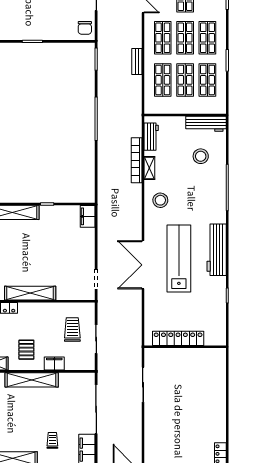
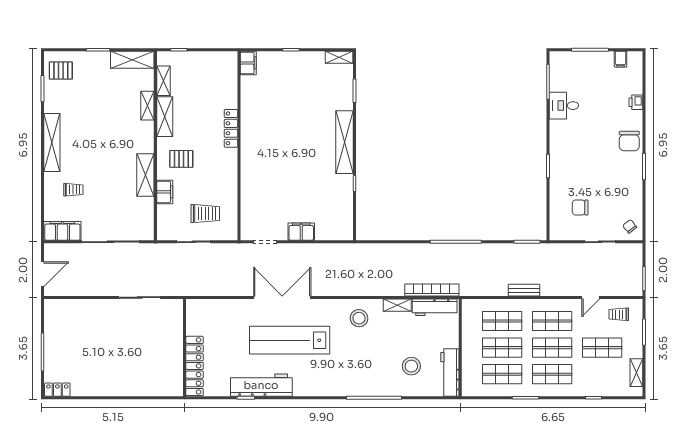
chair: (85, 28) -> (580, 207), moved
workbench: (151, 137) -> (435, 307), width x1.38
bookcase: (137, 160) -> (432, 290), moved
filing cabinet: (88, 216) -> (301, 232), moved
workbench: (217, 250) -> (261, 385), moved
lab bench: (179, 259) -> (290, 340), turned 180
shelving: (30, 293) -> (249, 163), removed
locker: (178, 338) -> (195, 366), moved
shelving: (32, 380) -> (145, 175), width x0.68

